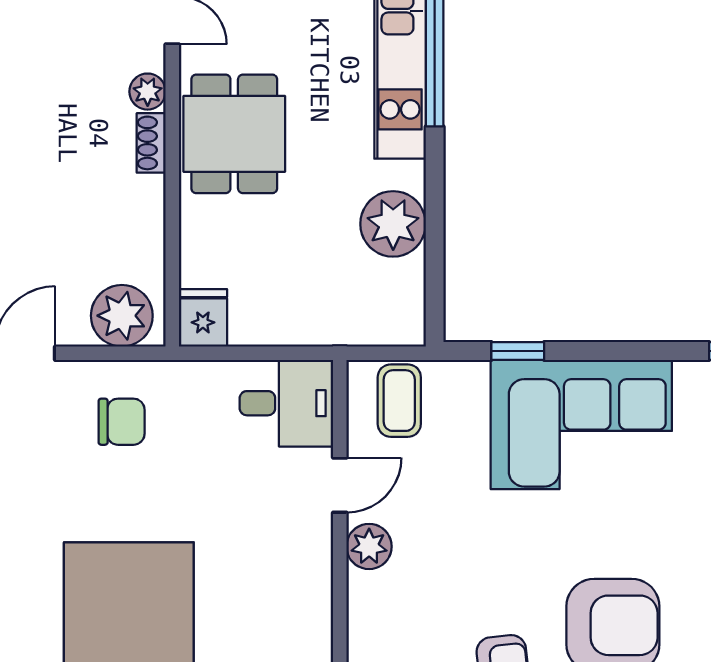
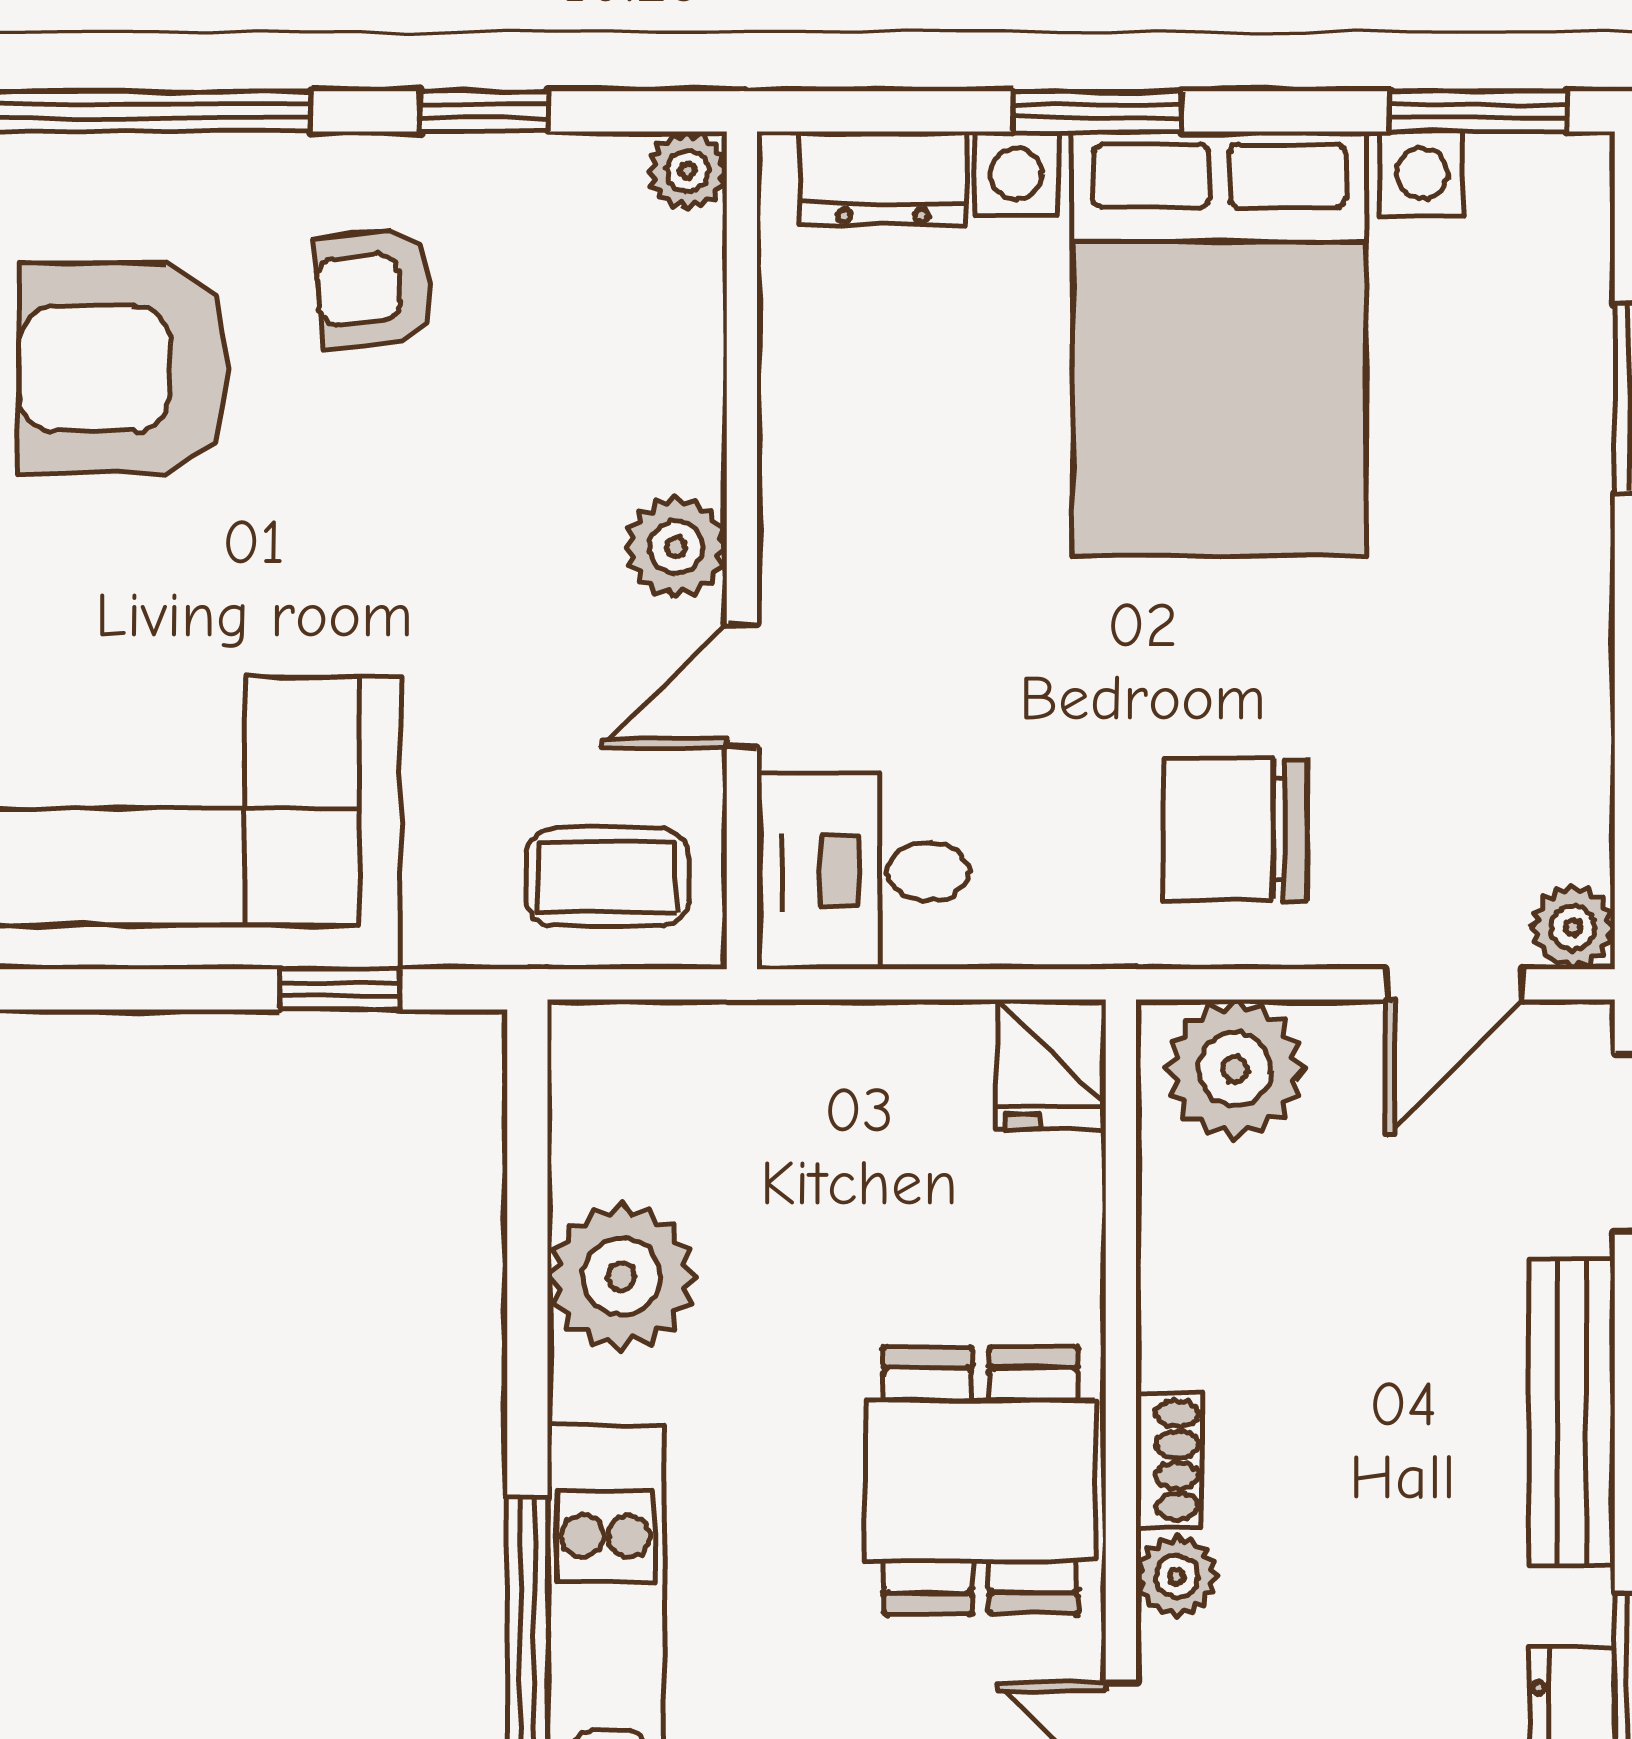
coffee table: (399, 401) -> (607, 877), turned 90
chair: (122, 422) -> (1236, 829), width x1.37, depth x1.37

